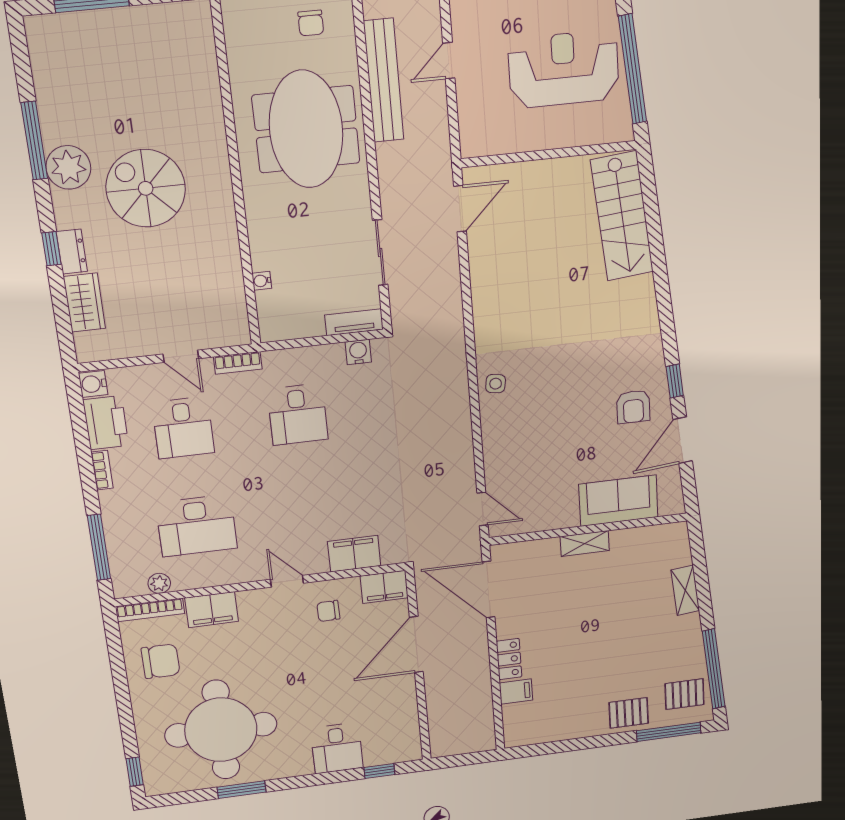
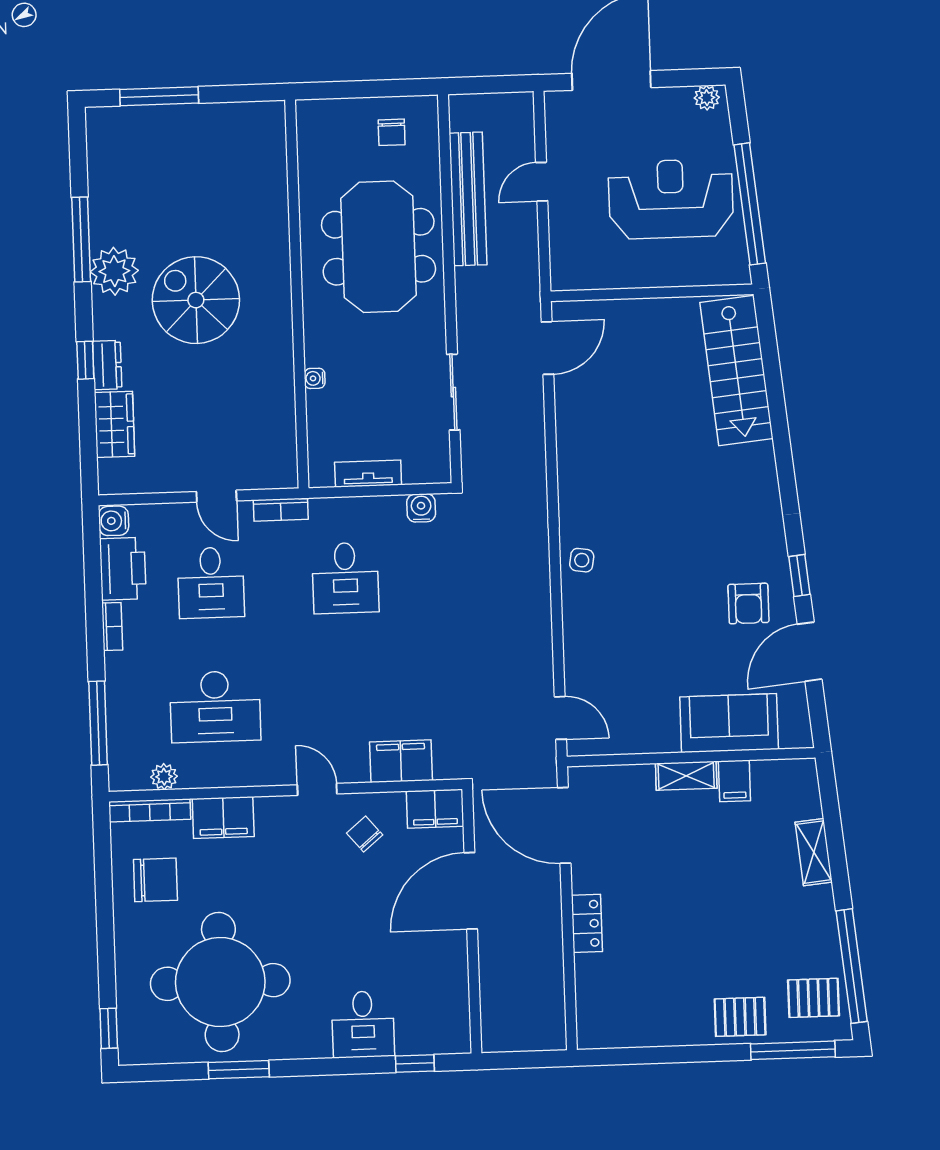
water cooler: (262, 281) -> (315, 378), moved
tv unit: (354, 322) -> (368, 474), moved
chair: (328, 611) -> (365, 834), turned 51
filing cabinet: (516, 691) -> (734, 781), moved, turned 90

